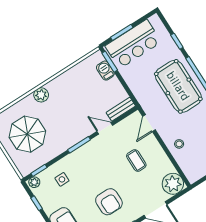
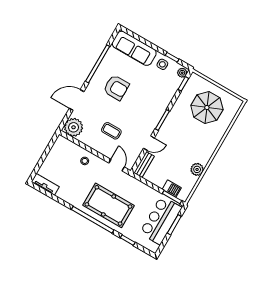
plant: (41, 95) -> (197, 169), moved
side table: (62, 179) -> (162, 64), moved
armchair: (109, 202) -> (116, 88), turned 180

